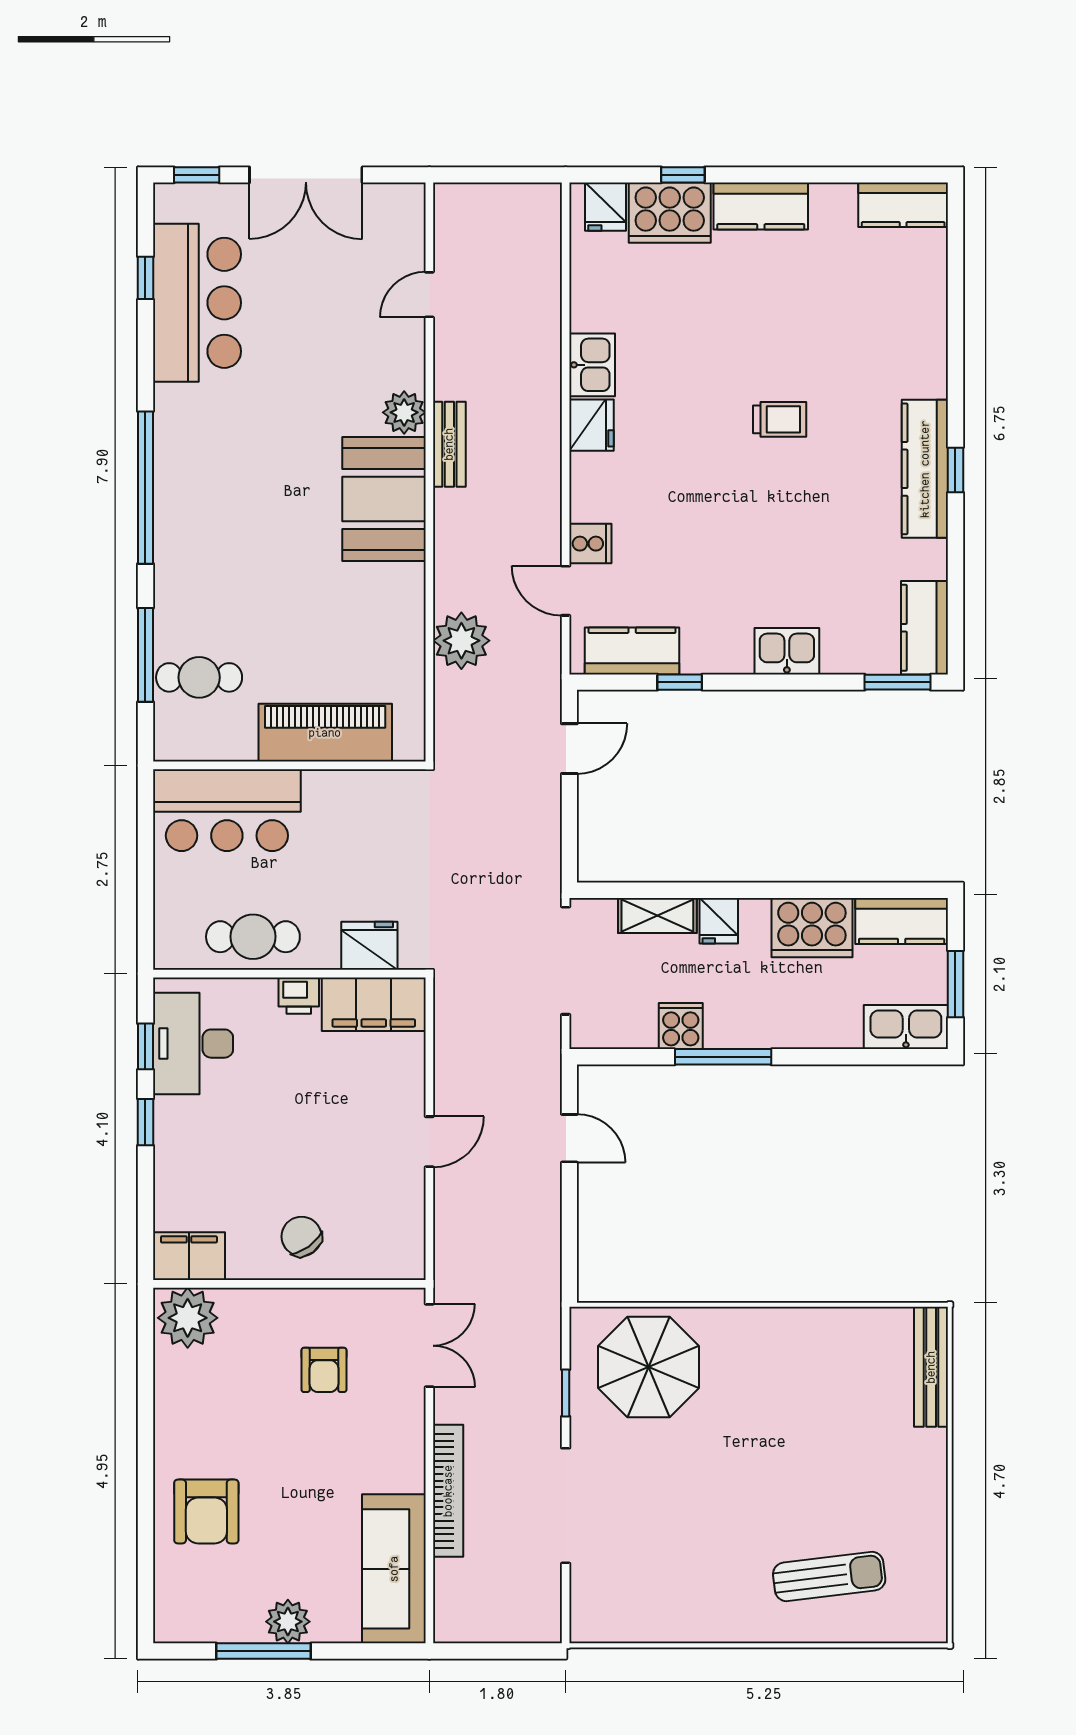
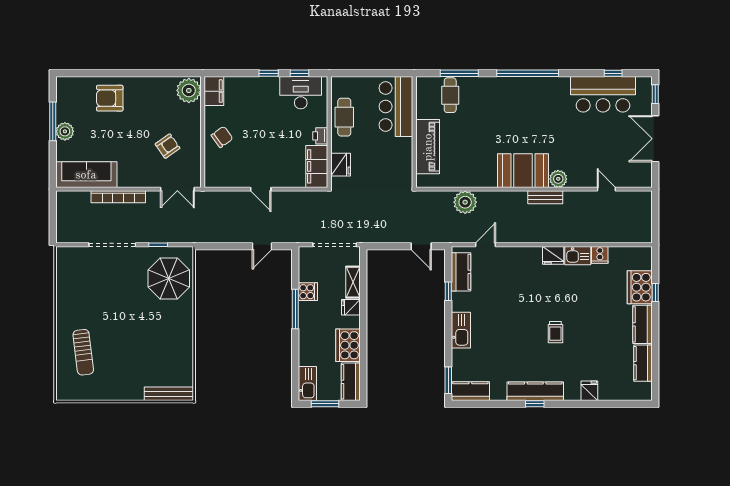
kitchen counter: (903, 205) -> (643, 363), moved
fridge: (605, 207) -> (589, 391), moved, turned 90
cooker: (590, 544) -> (600, 255), moved
kitchen sink: (787, 651) -> (461, 330), width x1.38
armchair: (324, 1370) -> (168, 146), turned 145

